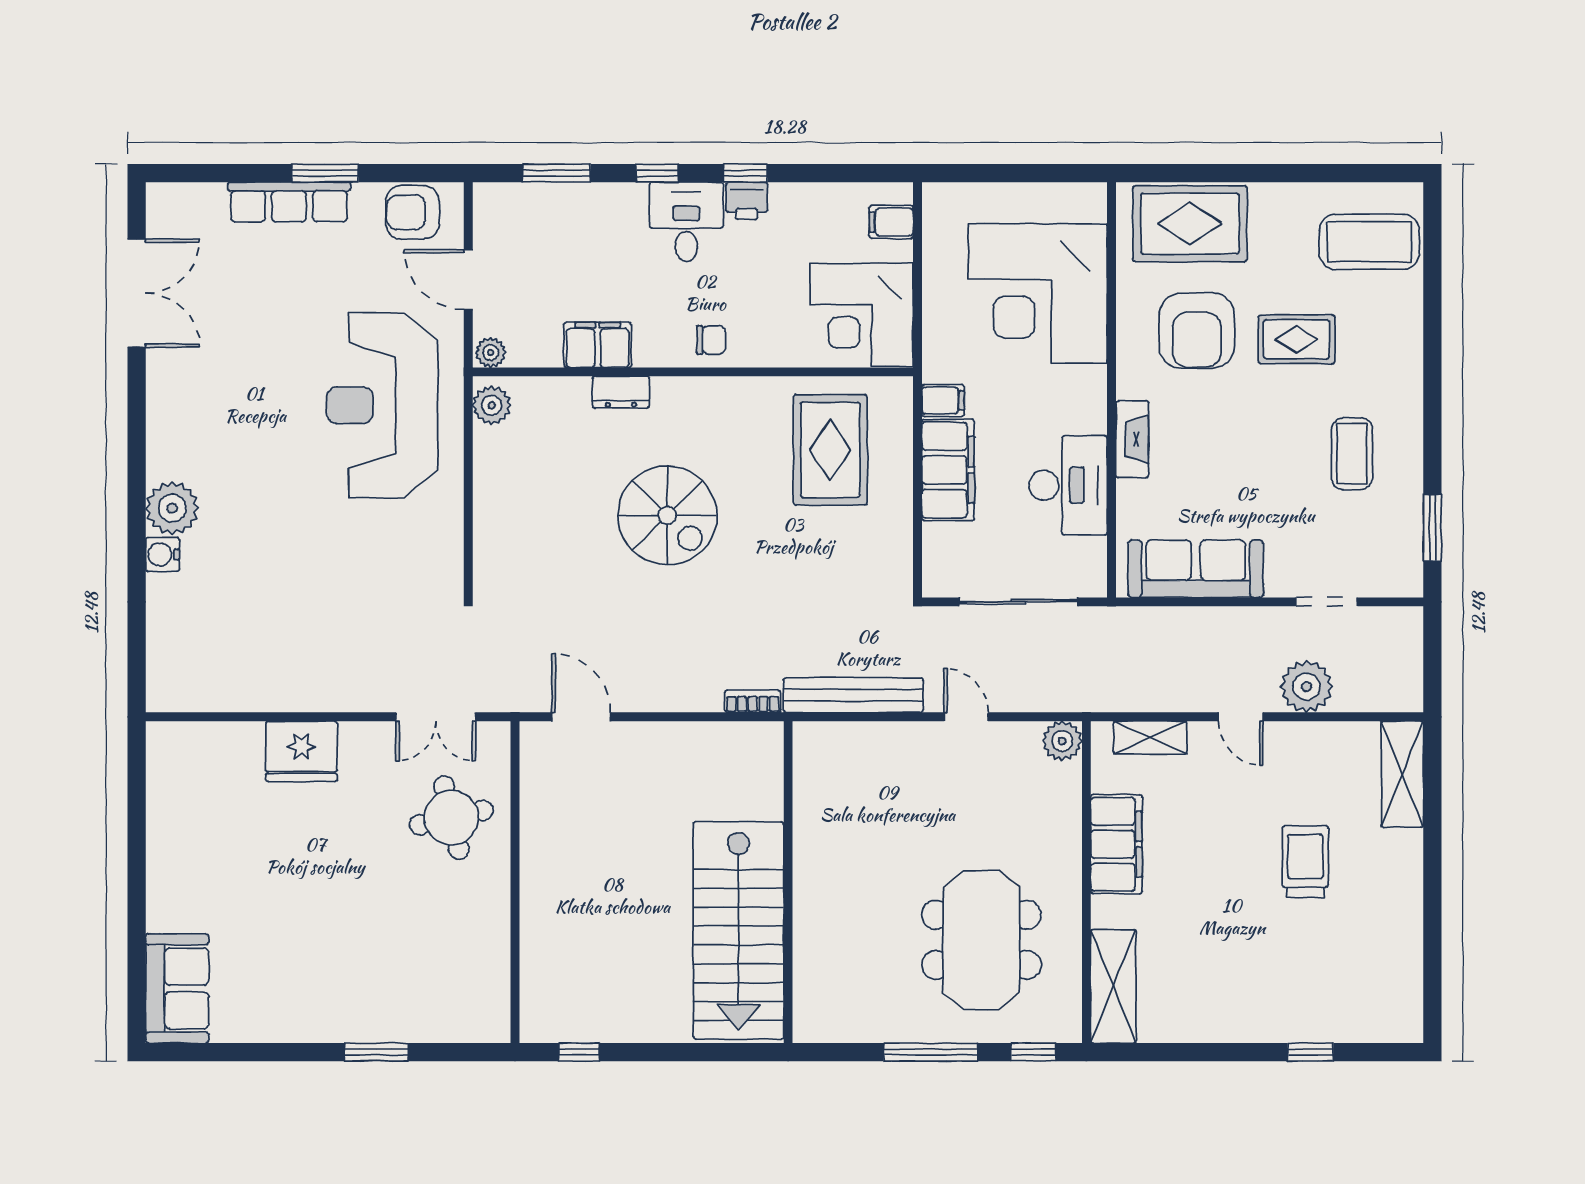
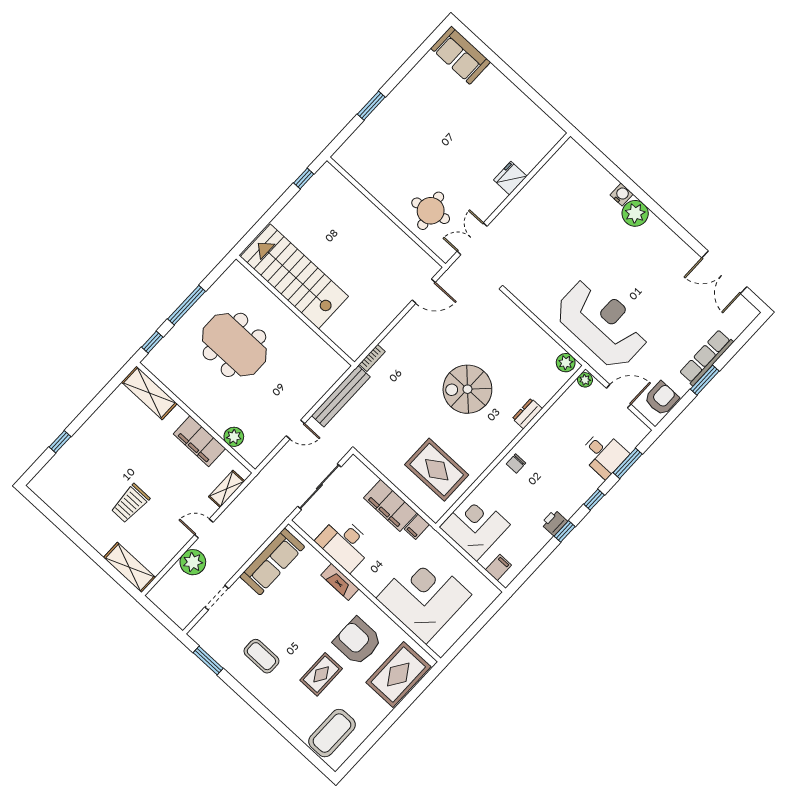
desk: (686, 222) -> (604, 454), moved
filing cabinet: (598, 345) -> (552, 421), removed
plant: (1062, 741) -> (234, 437), moved
fridge: (302, 751) -> (510, 178), width x0.73, depth x0.75
trolley: (1305, 862) -> (130, 503), turned 90
meeting table: (981, 940) -> (234, 345), moved

